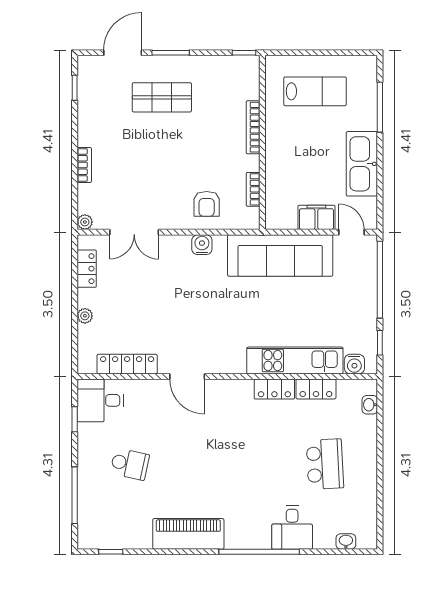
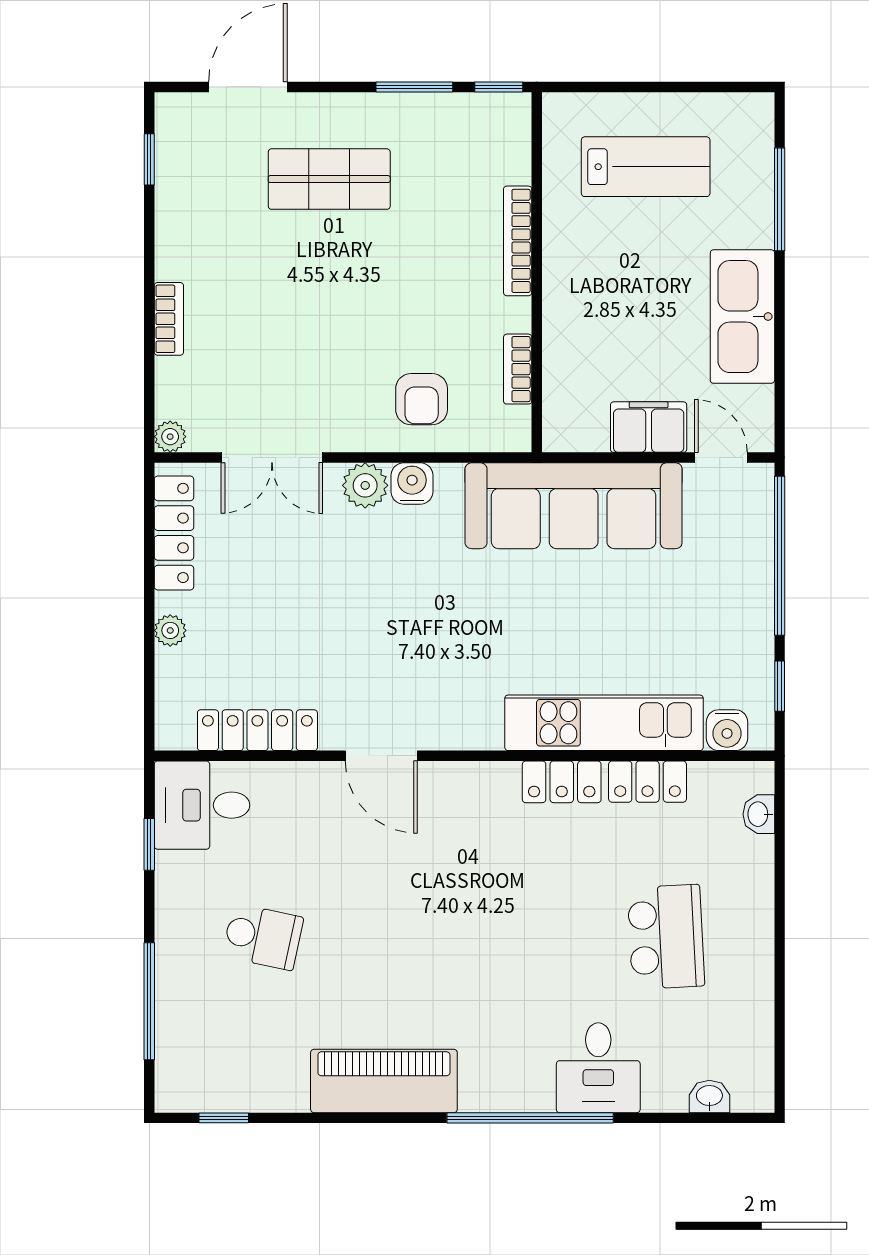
window: (171, 53) -> (414, 87), moved
plant: (179, 246) -> (365, 485), added
locker: (87, 269) -> (174, 533), width x1.53

